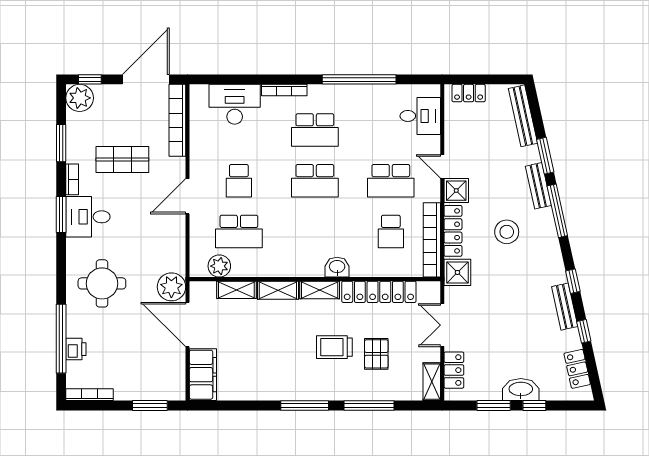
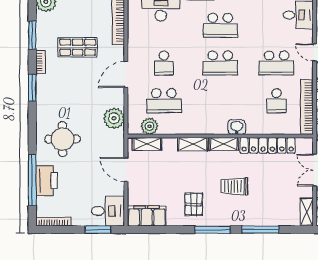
desk: (88, 217) -> (108, 211), moved, turned 180
plant: (171, 287) -> (114, 118), moved
shelving: (236, 290) -> (147, 144), moved
door: (187, 324) -> (126, 170), width x0.73
printer: (76, 349) -> (47, 181), width x1.87, depth x1.48
pallet: (376, 354) -> (194, 204), moved
filing cabinet: (203, 375) -> (147, 216), moved, turned -90

